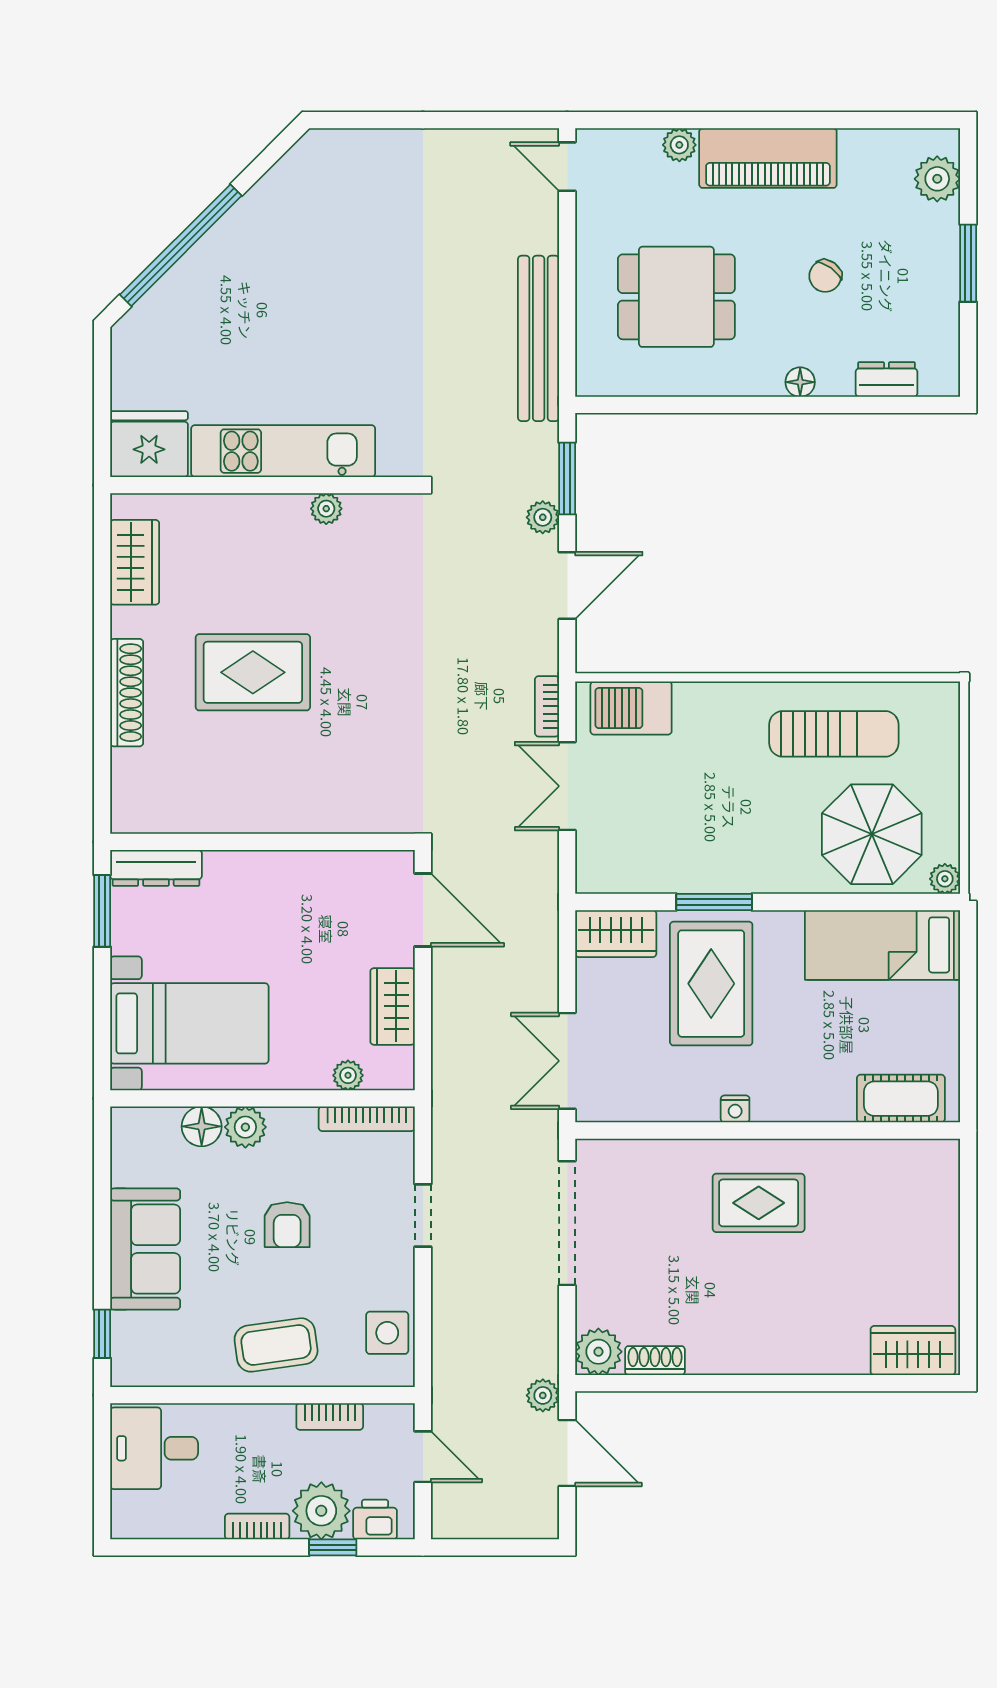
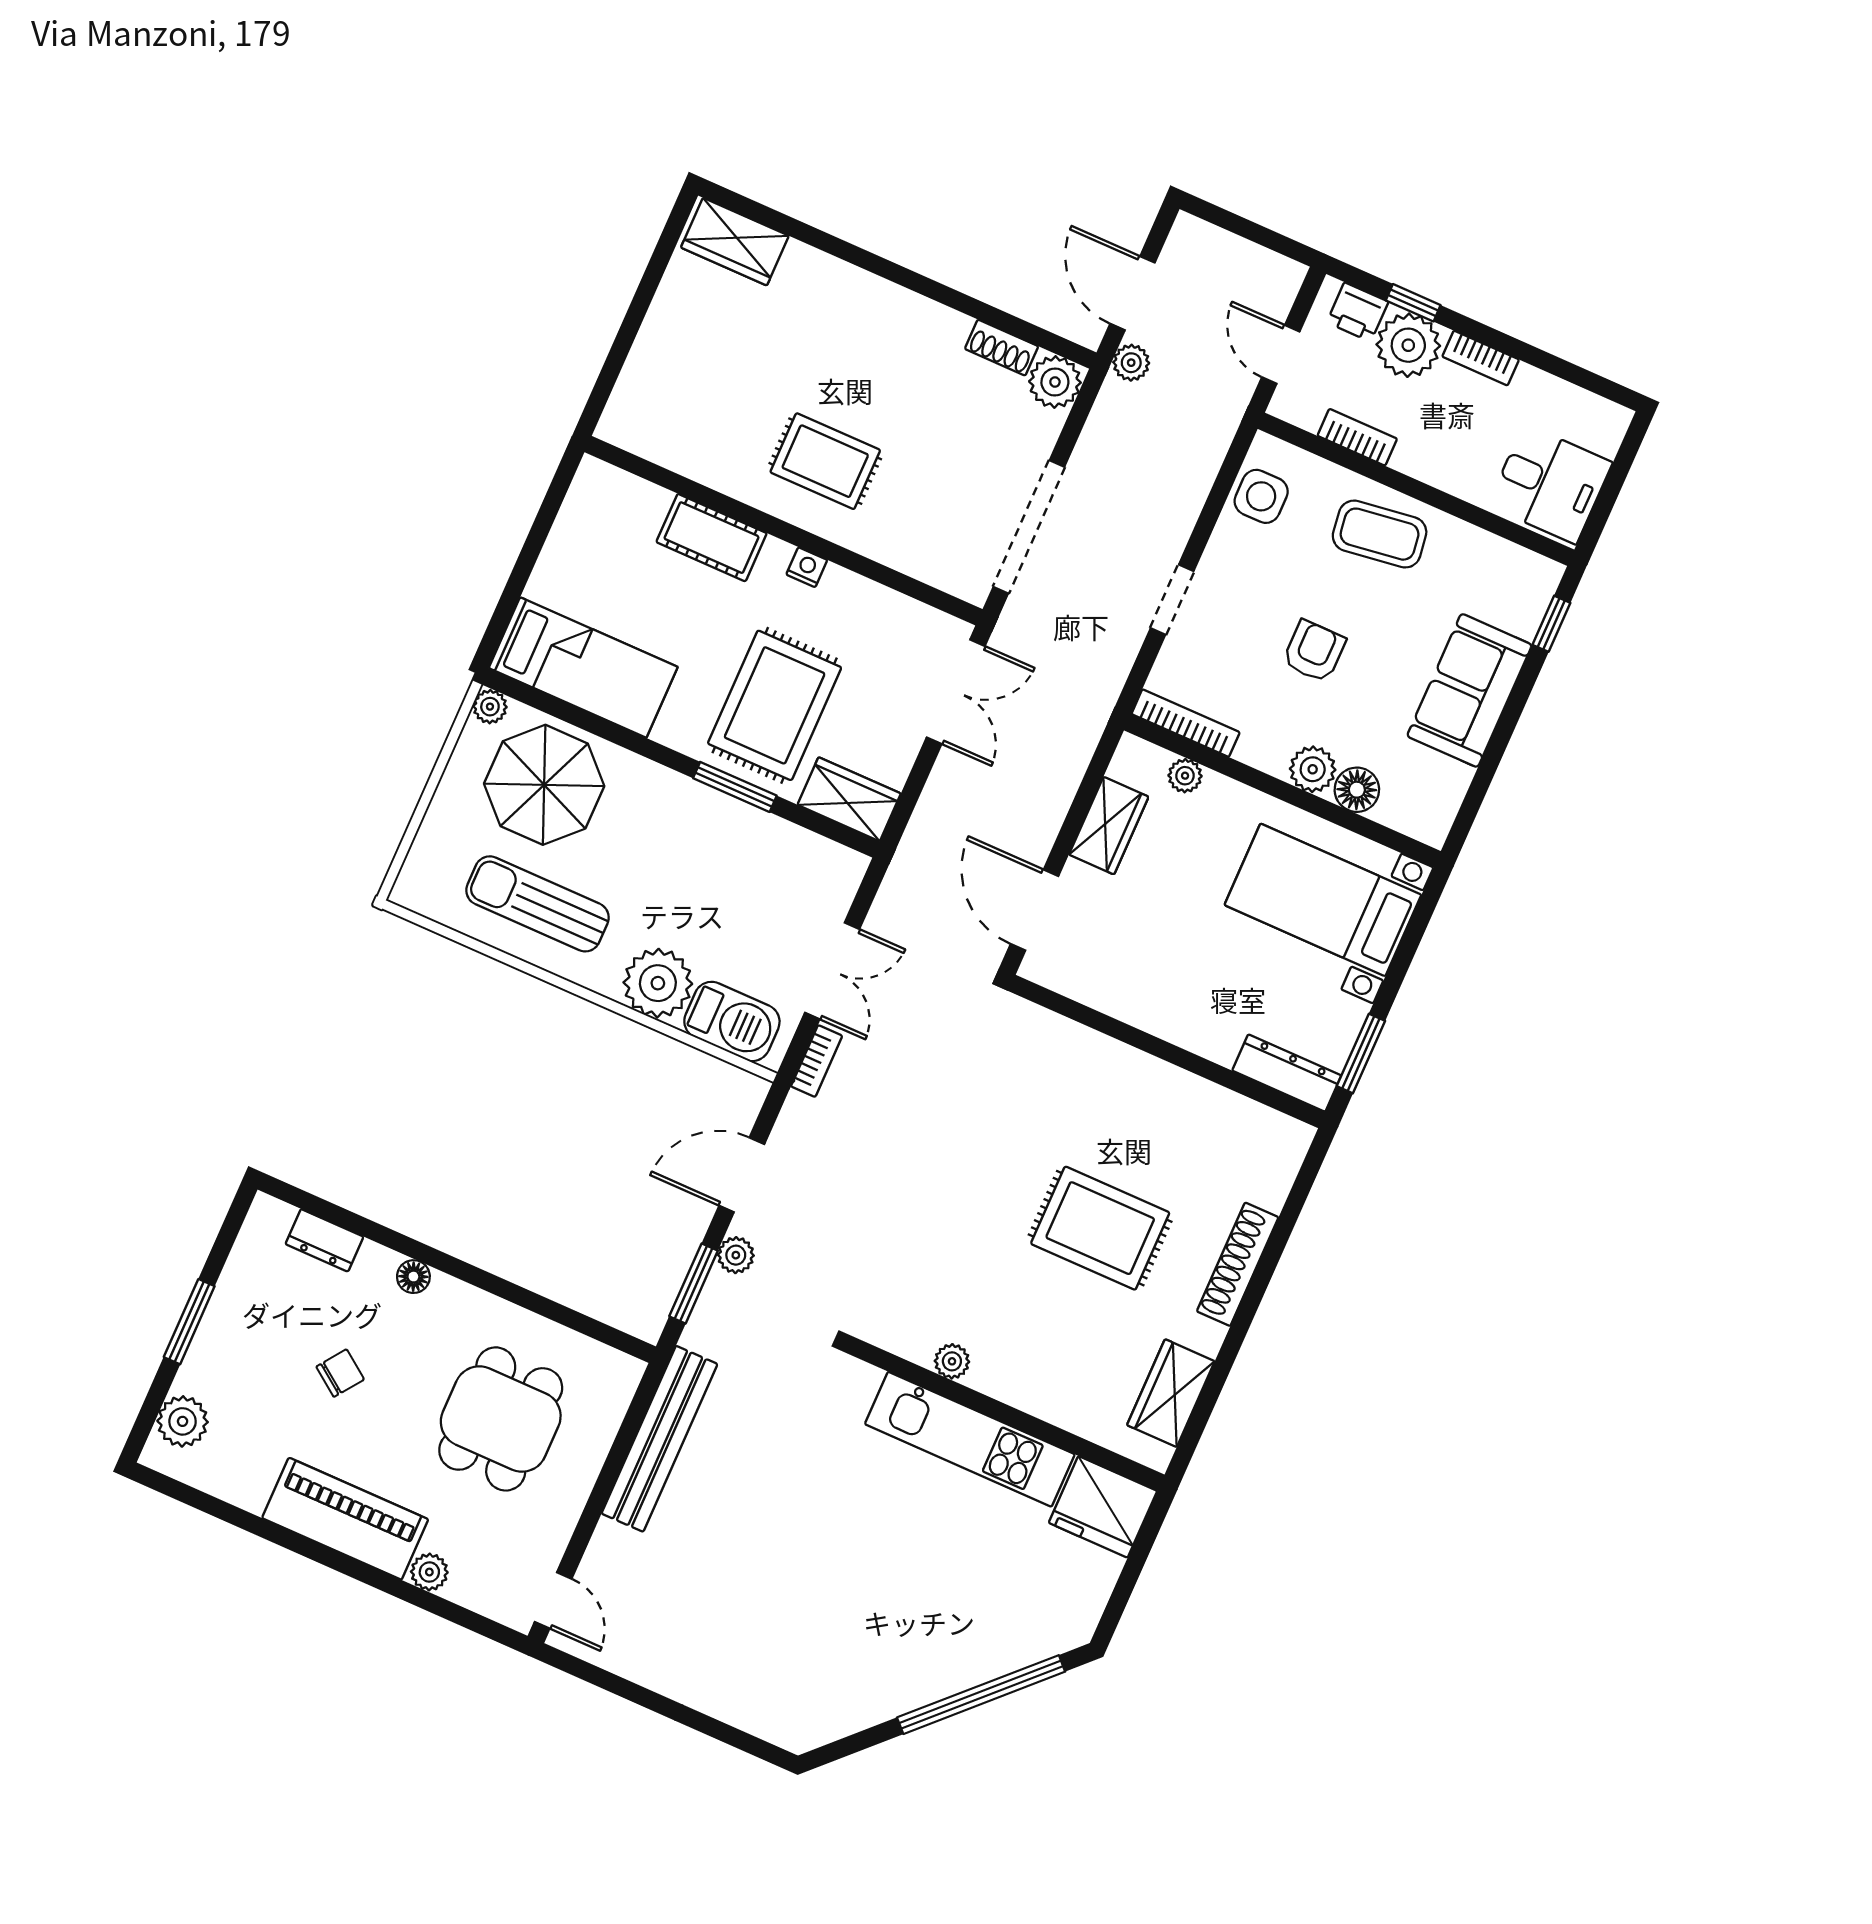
dining table: (676, 297) -> (501, 1419), turned 90
plant: (706, 713) -> (658, 983), added
cot: (901, 1099) -> (712, 538), moved

